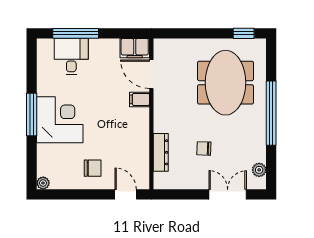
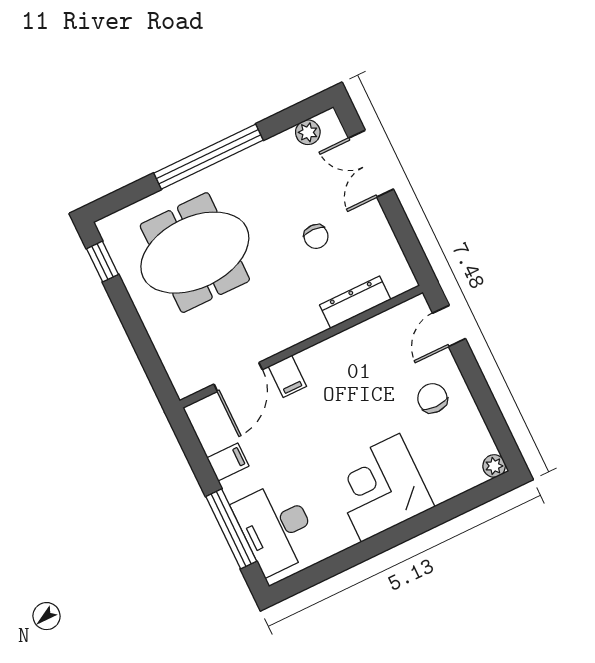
filing cabinet: (135, 48) -> (228, 462), moved, width x0.50
desk: (71, 56) -> (276, 528), width x1.37
window: (32, 114) -> (394, 536), removed

